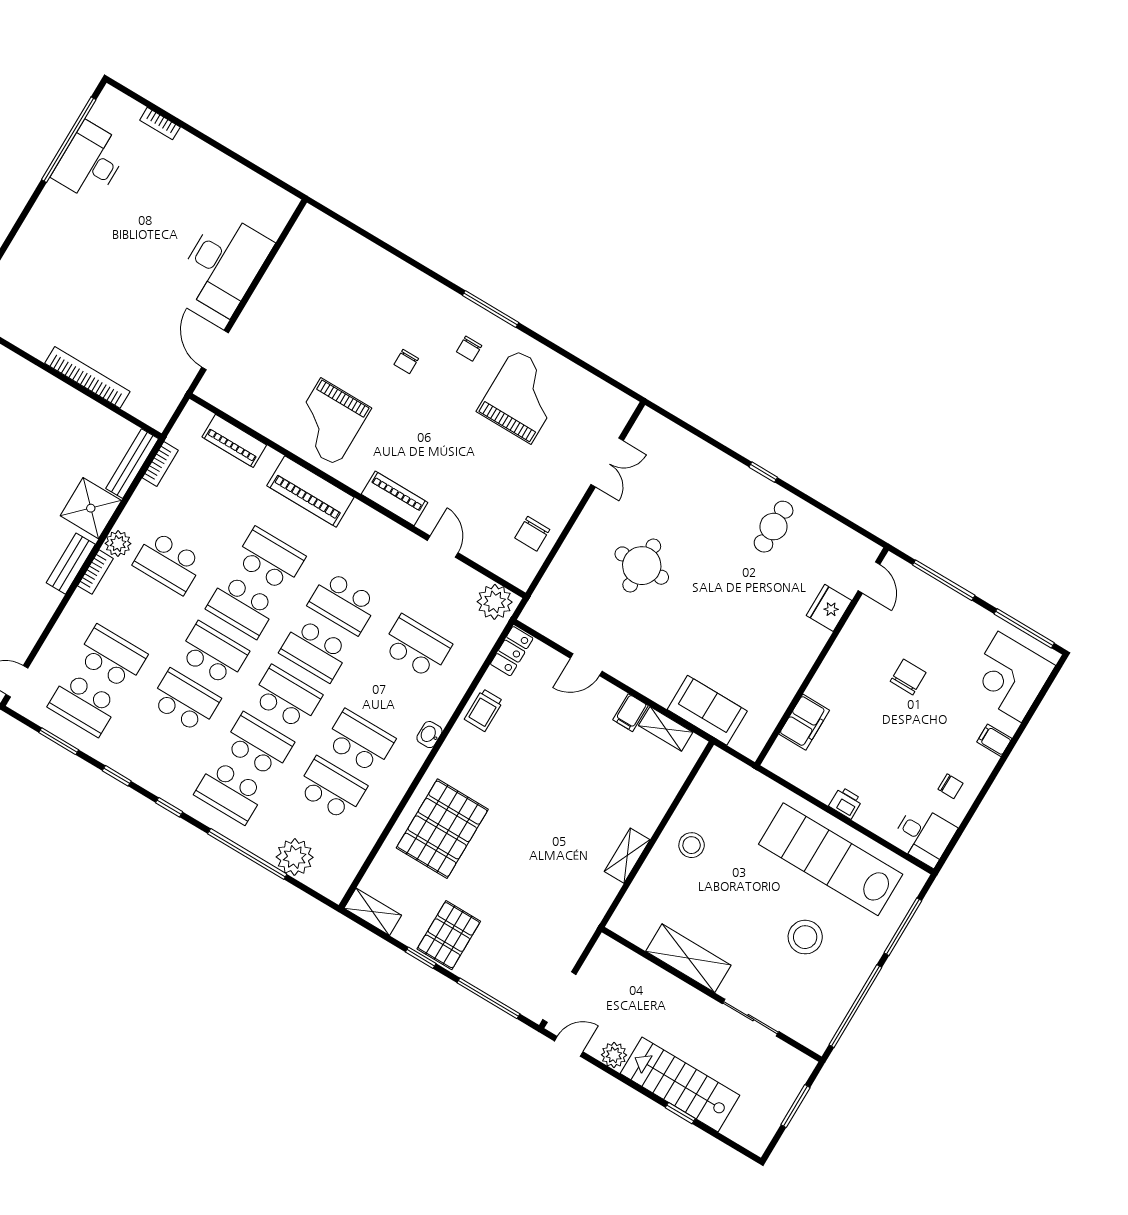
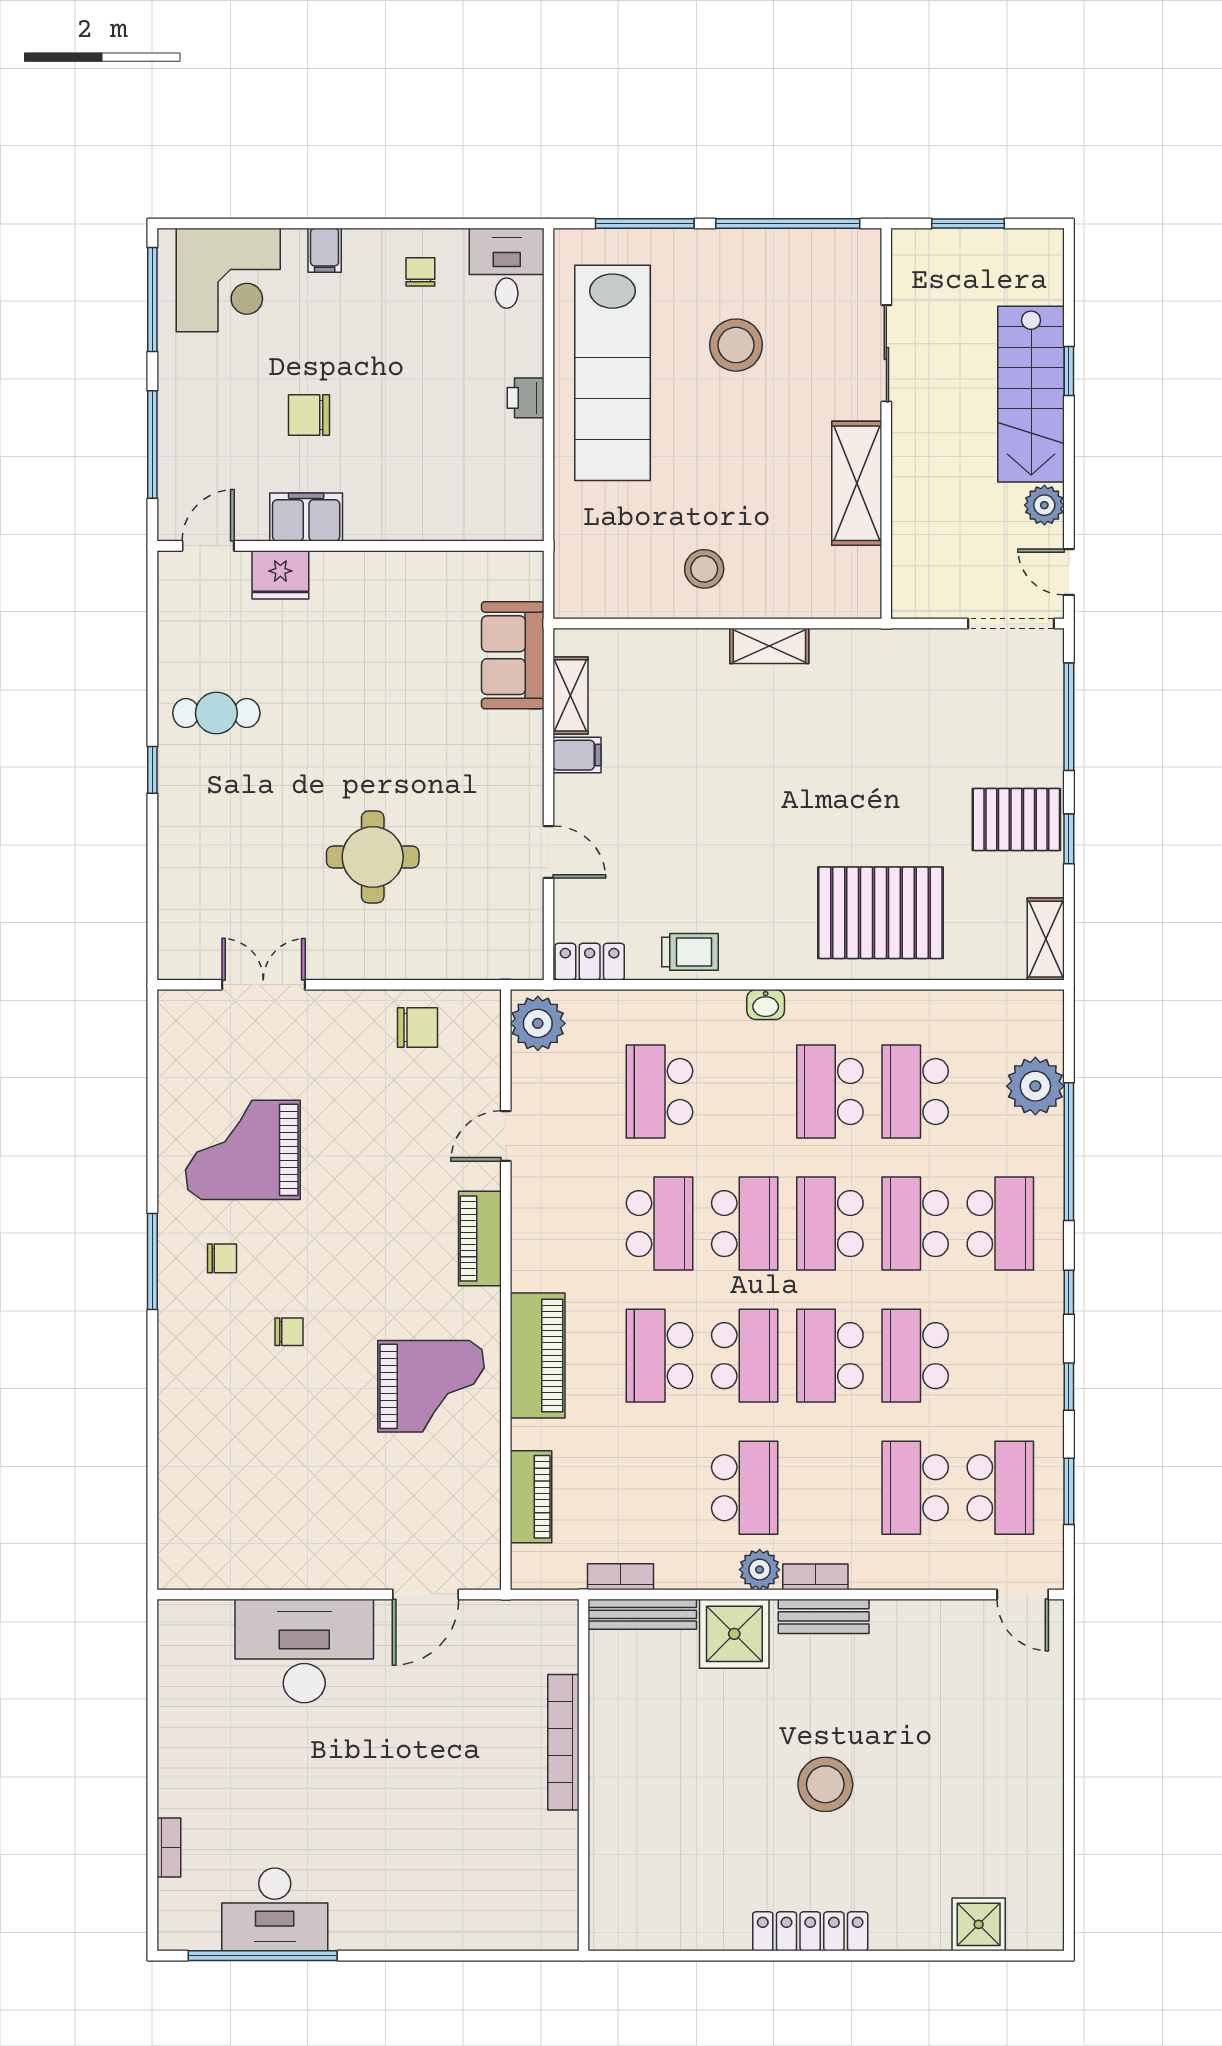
filing cabinet: (804, 722) -> (306, 517), moved

